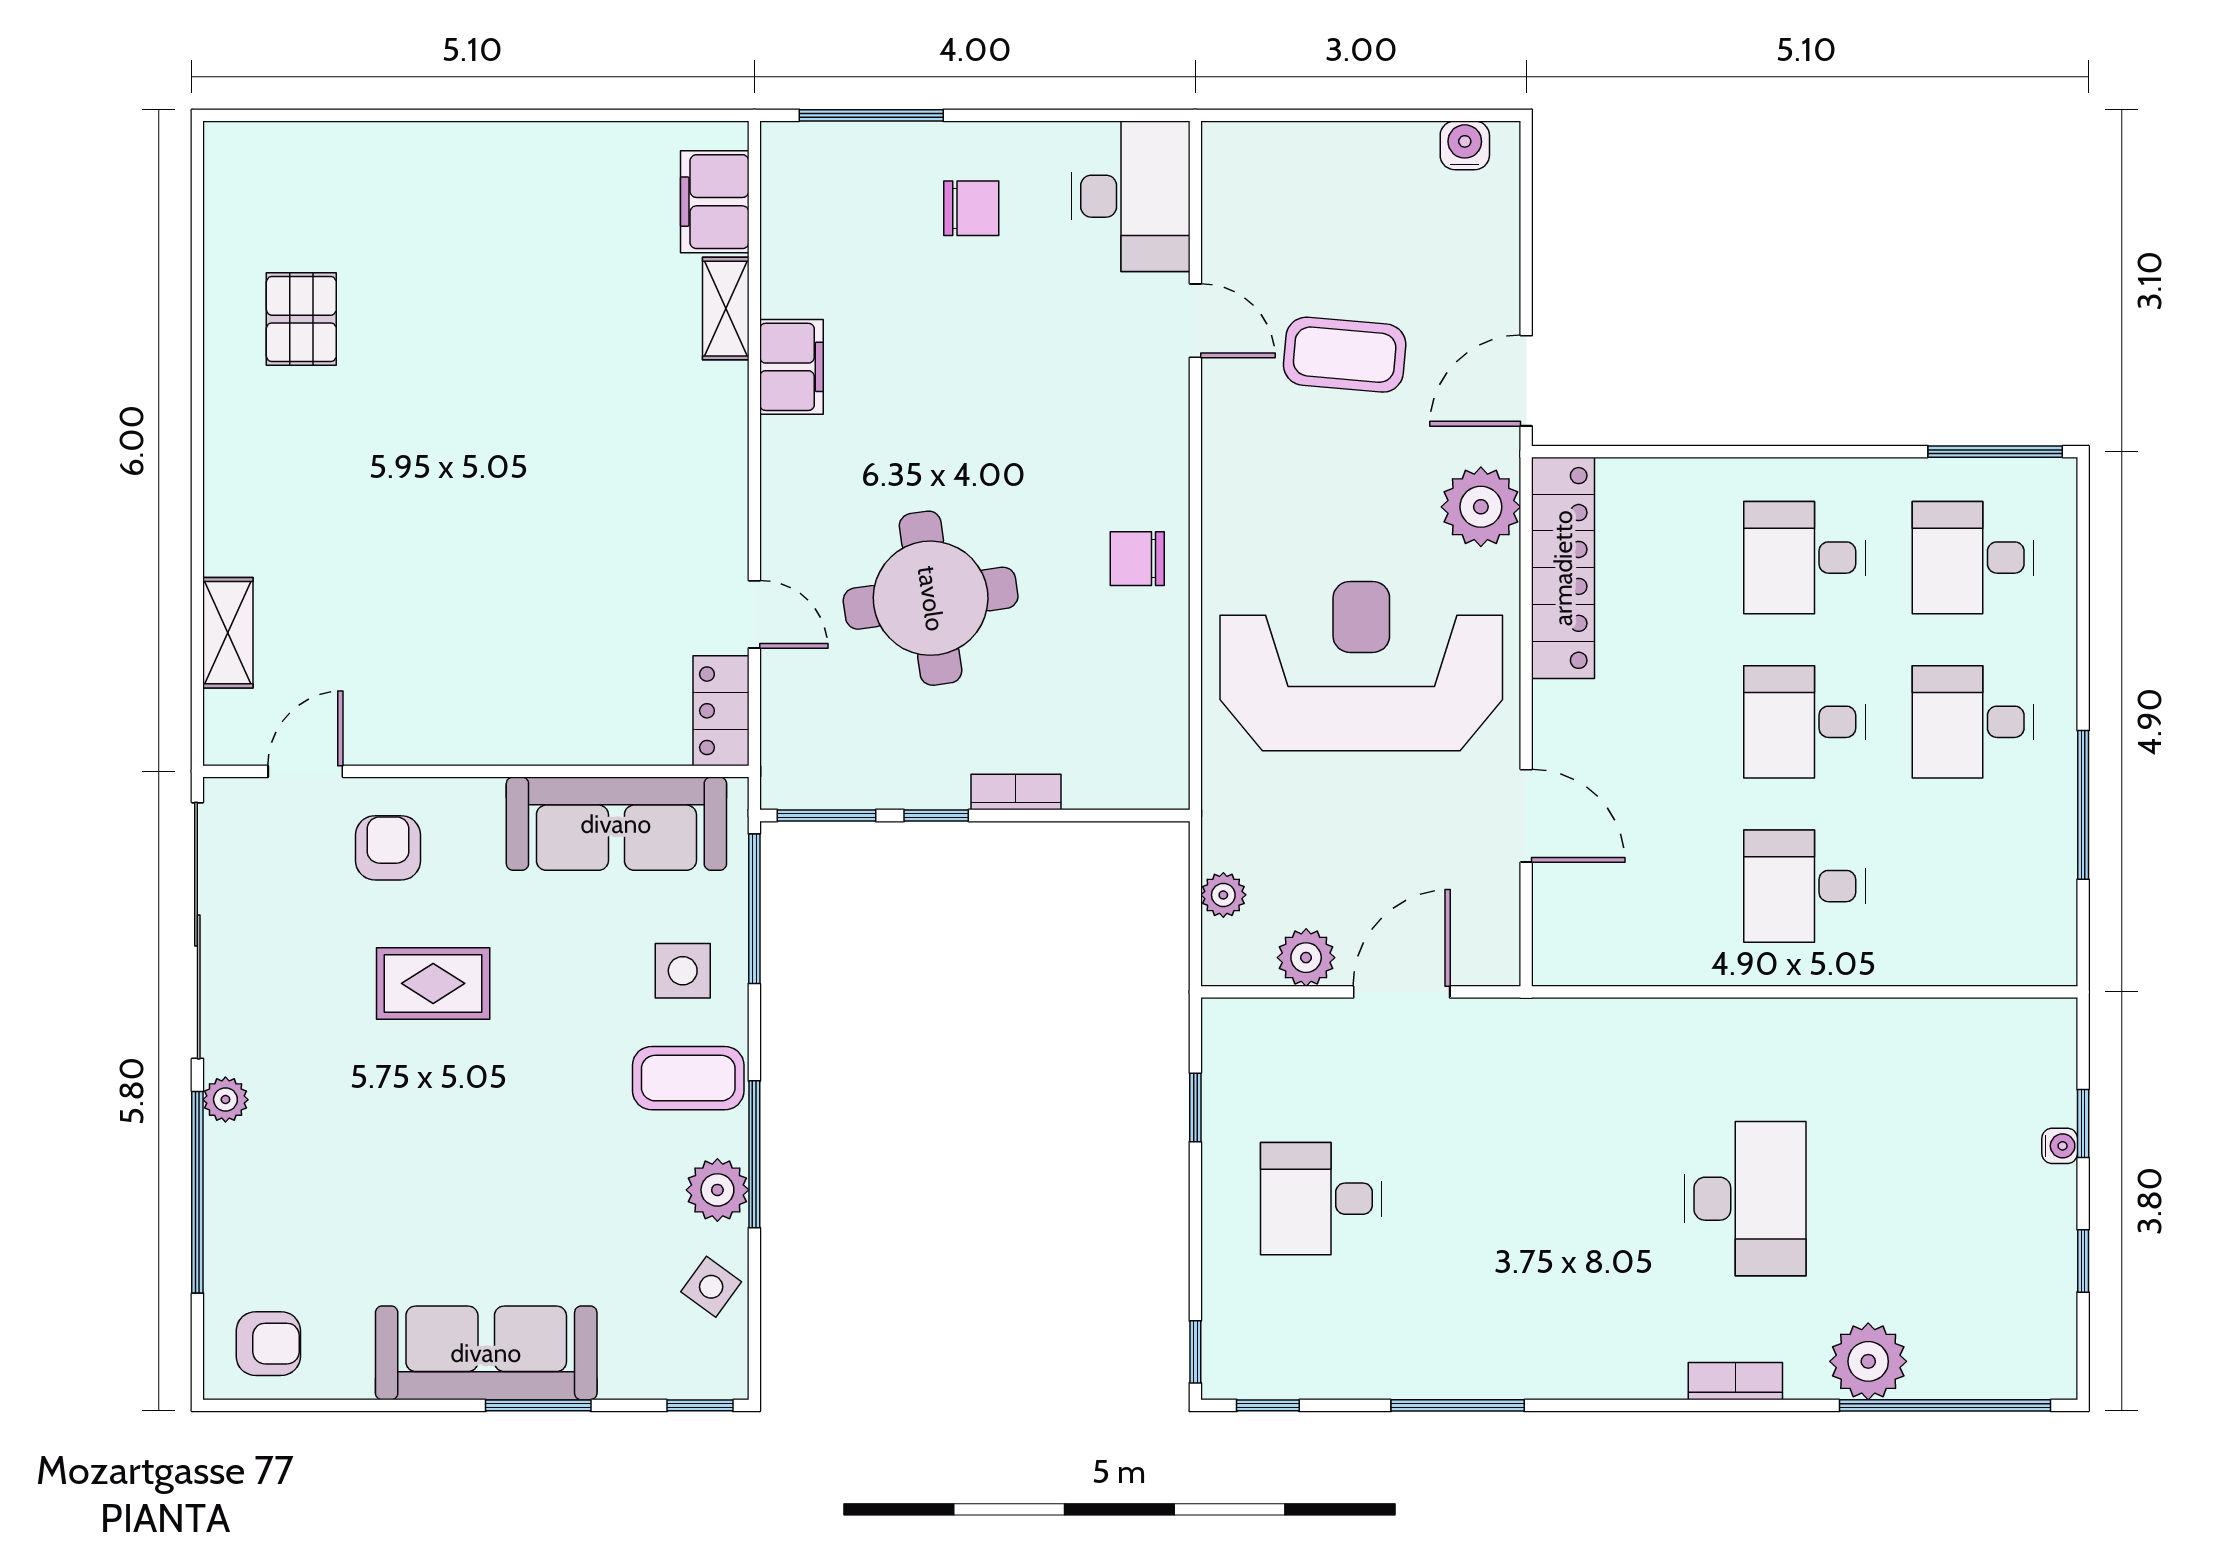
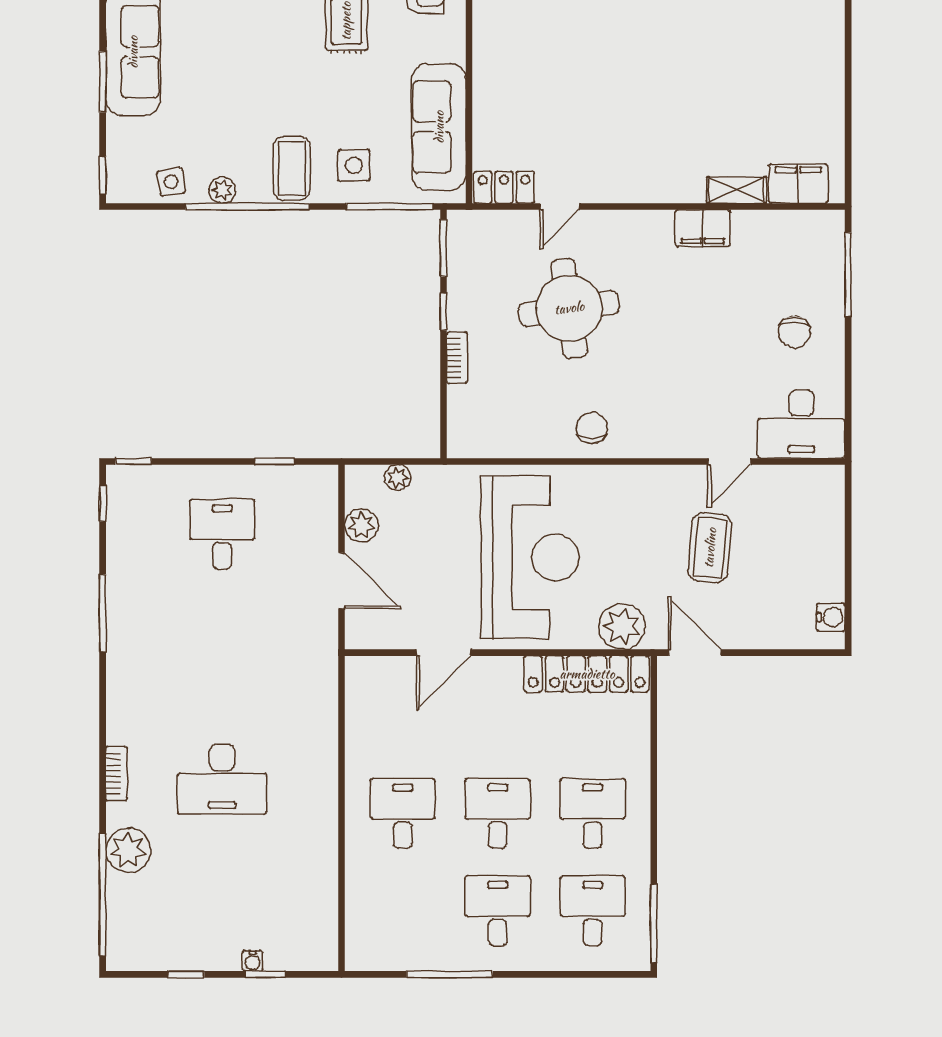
window: (754, 1154) -> (248, 207), width x1.46
plant: (717, 1190) -> (222, 190), width x0.73, depth x0.73
side table: (711, 1287) -> (171, 182), turned 45

